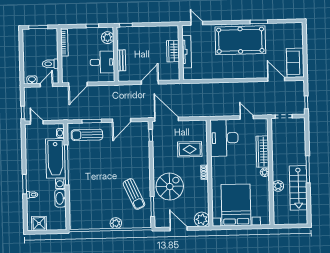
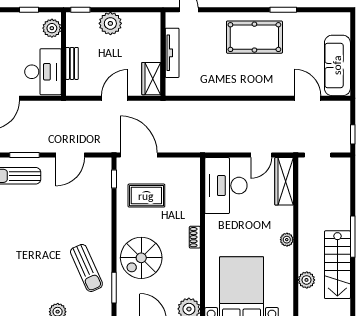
plant: (146, 34) -> (110, 23), added
pool table: (240, 40) -> (254, 37), width x0.73, depth x0.76
wardrobe: (173, 51) -> (151, 79), moved
desk: (102, 62) -> (43, 72), width x1.37
sofa: (295, 63) -> (337, 65), width x1.36
door: (247, 117) -> (261, 155), swing flipped
rug: (190, 149) -> (146, 196), moved
wardrobe: (263, 152) -> (284, 181), moved
plant: (278, 186) -> (307, 280), moved
spiral stairs: (170, 187) -> (141, 258), turned 180

